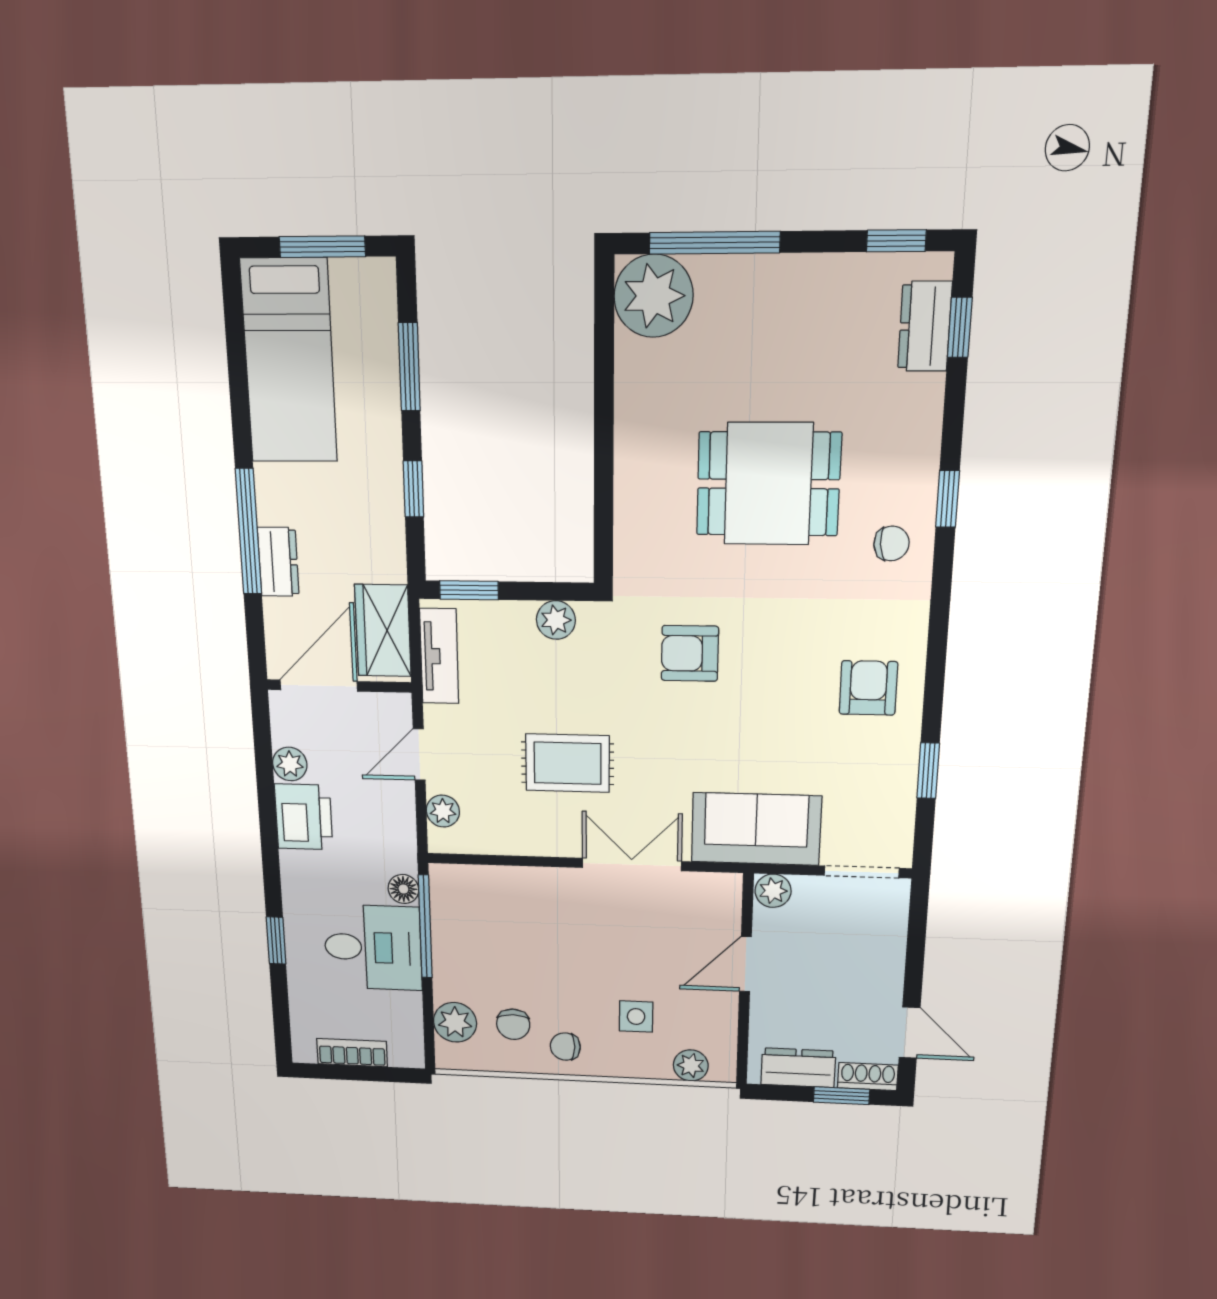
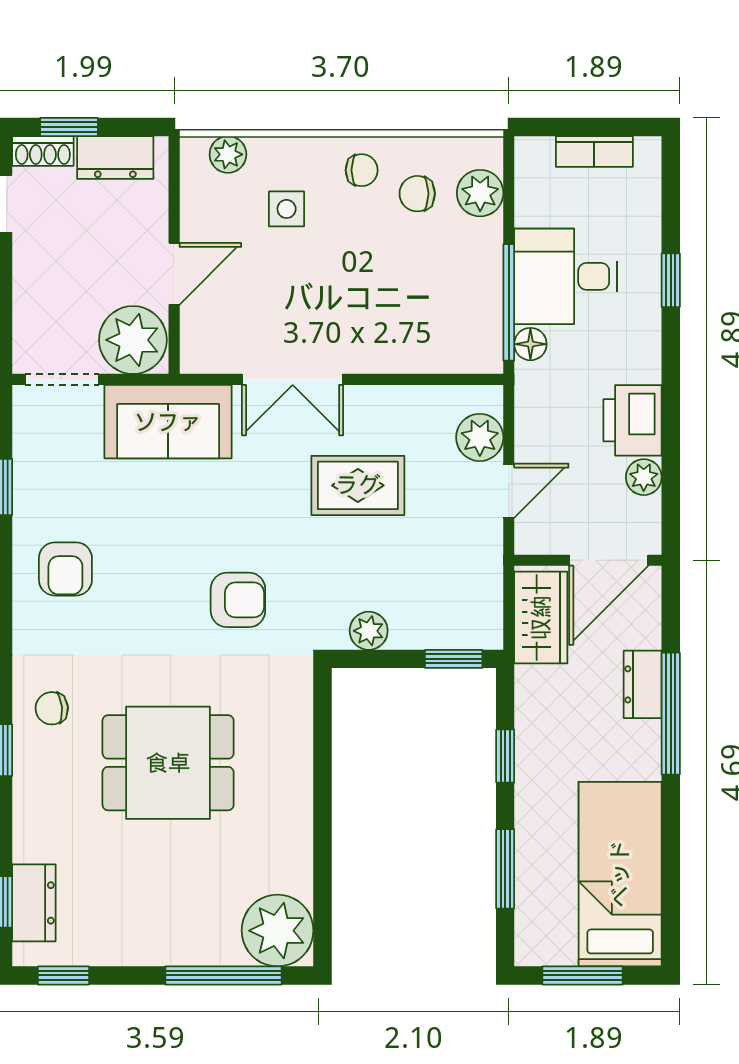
tv unit: (439, 656) -> (485, 593), removed
plant: (443, 811) -> (480, 437), width x1.38, depth x1.38
plant: (773, 891) -> (133, 340), width x1.87, depth x1.87
chair: (513, 1024) -> (417, 194), turned -90

